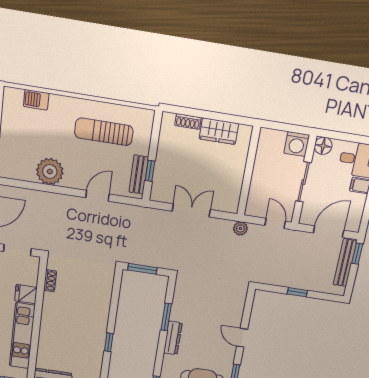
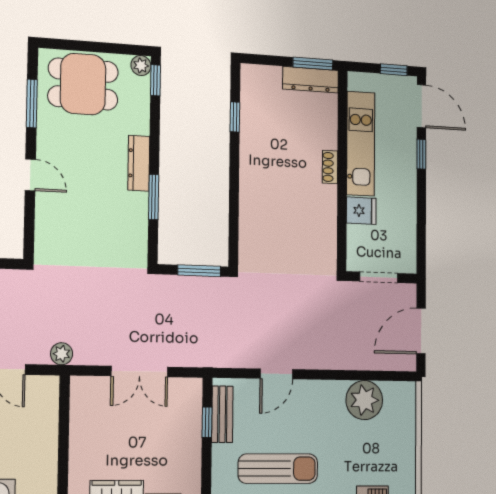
plant: (50, 172) -> (364, 400), moved
shoe rack: (50, 281) -> (330, 167), moved
window: (109, 342) -> (235, 117), moved

